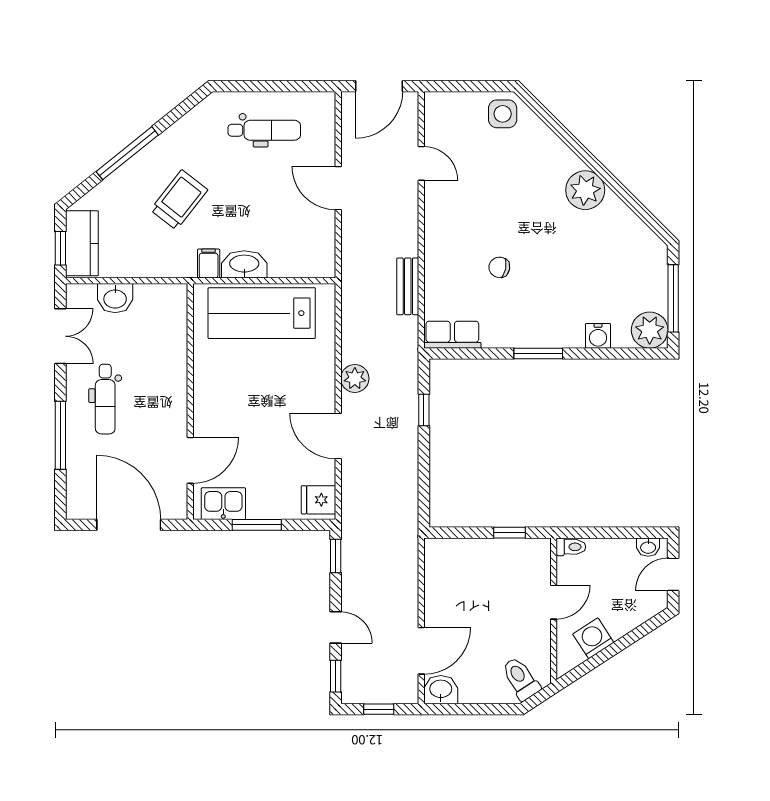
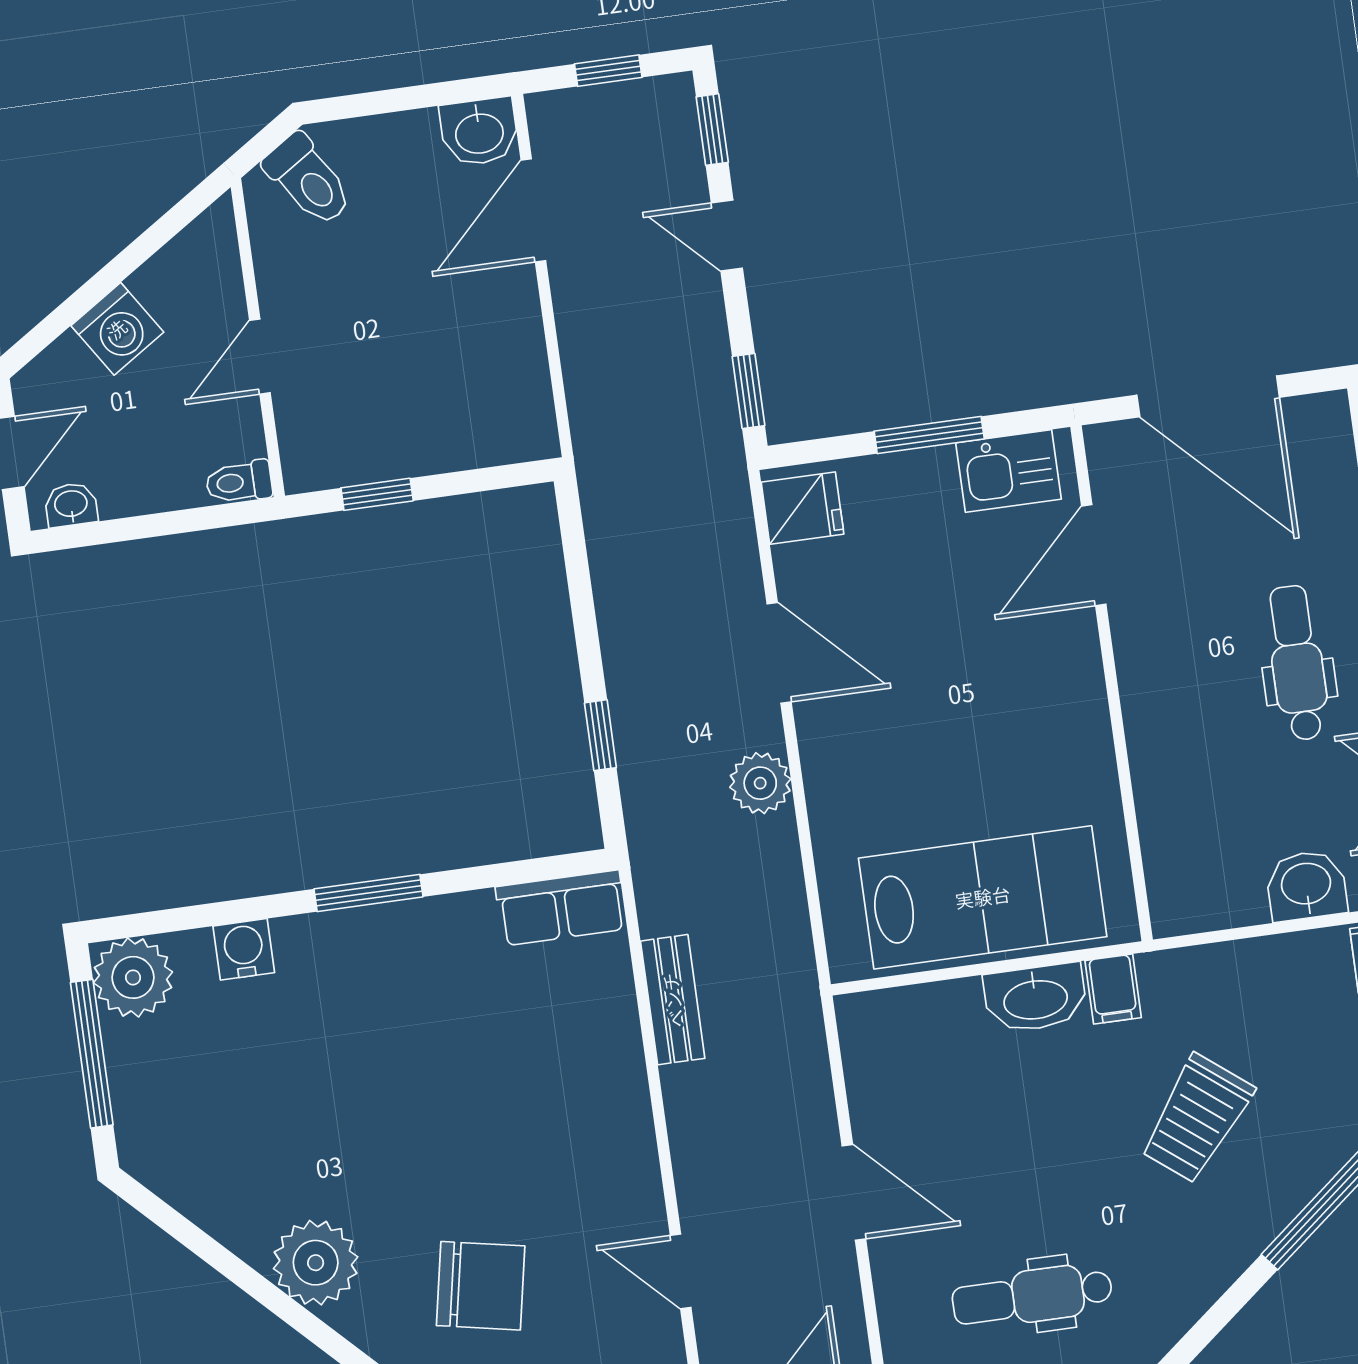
chair: (499, 267) -> (481, 1286), moved, width x1.87, depth x1.87
washing machine: (593, 638) -> (117, 329), moved

